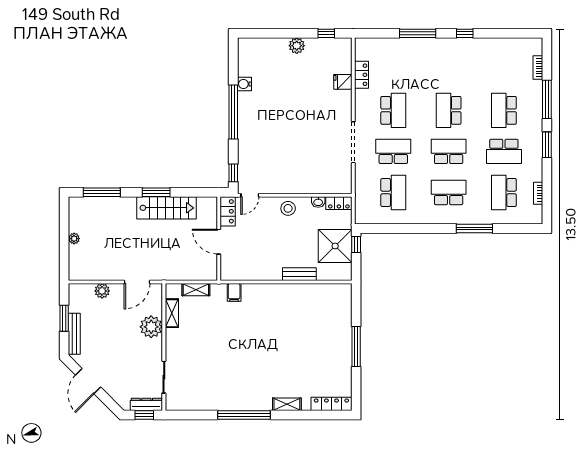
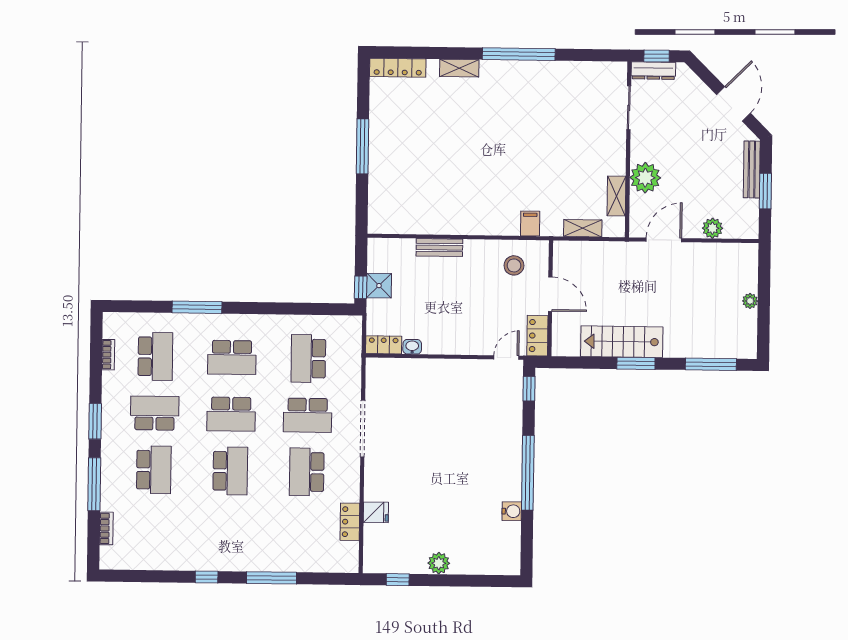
stool: (288, 208) -> (514, 265), moved
shower: (335, 246) -> (379, 286), width x0.54, depth x0.54

